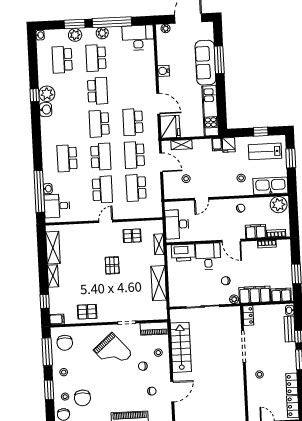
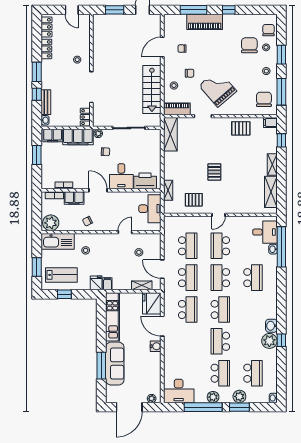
water cooler: (163, 71) -> (156, 346), moved
shelving: (159, 283) -> (170, 134), moved

